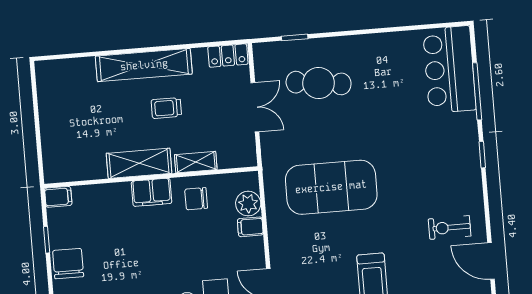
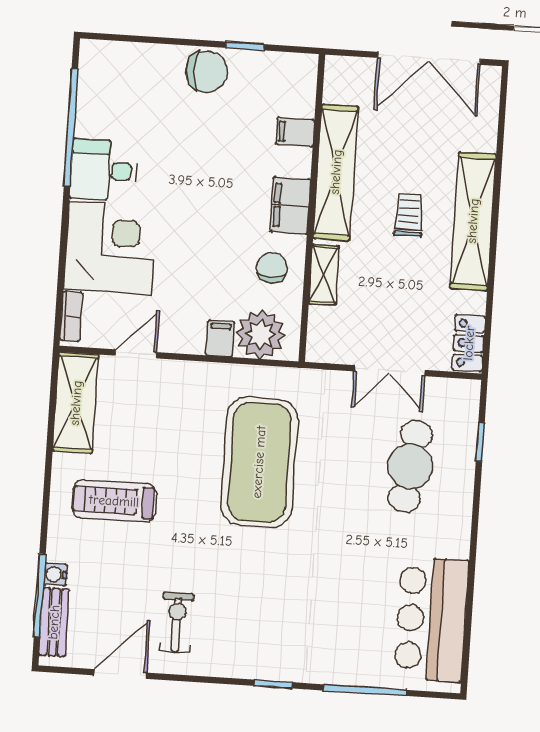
bar counter: (449, 69) -> (431, 619), moved, turned -90
trolley: (166, 108) -> (409, 215), moved
double door: (36, 112) -> (429, 58), added
shelving: (139, 163) -> (336, 172), width x1.47
filing cabinet: (58, 197) -> (295, 132), moved, turned 90
plant: (248, 204) -> (261, 334), width x1.36, depth x1.36

